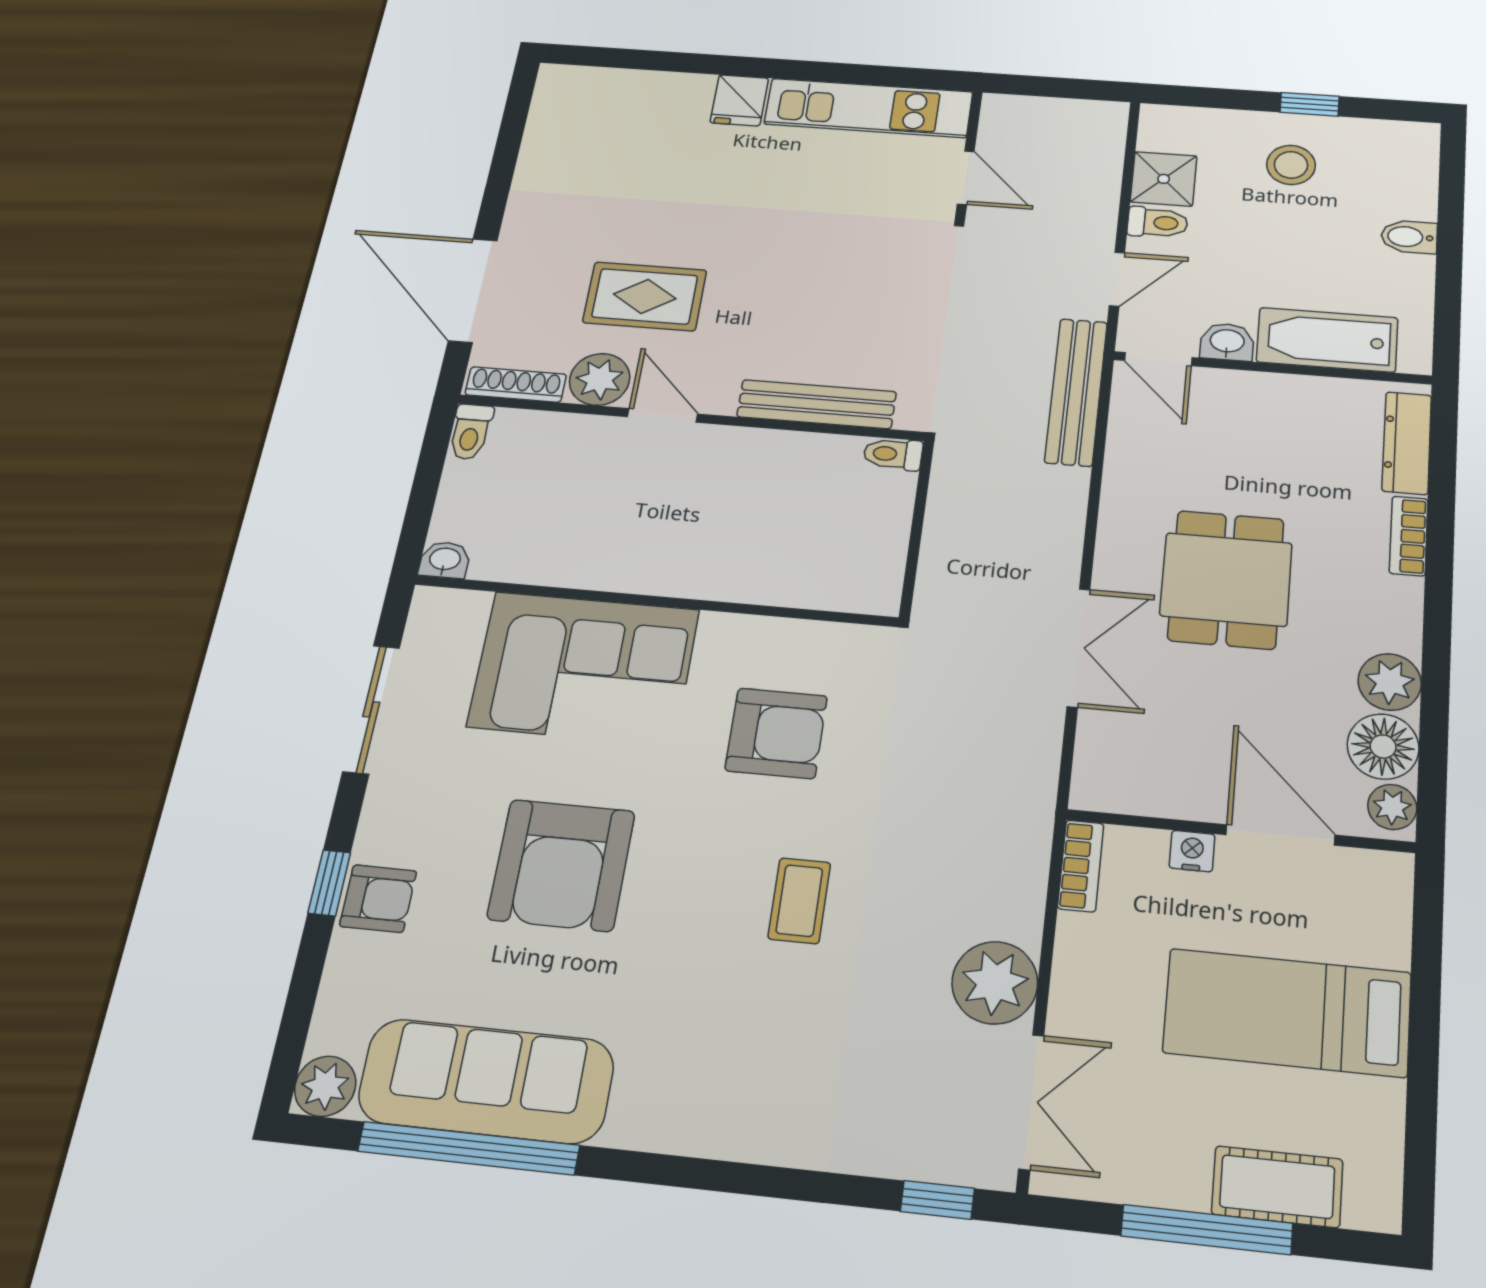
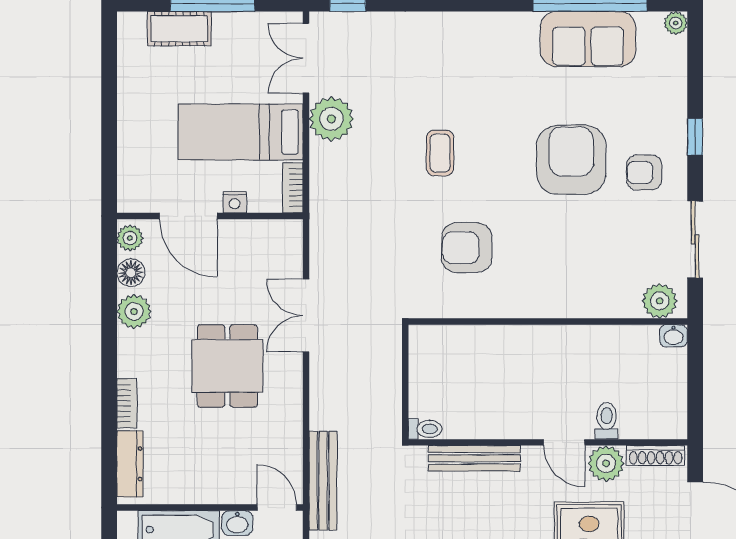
toilet: (471, 432) -> (607, 421), moved
plant: (456, 616) -> (660, 301), added
corner sofa: (584, 668) -> (581, 276), removed
floor lamp: (1383, 746) -> (131, 273), width x0.73, depth x0.73
armchair: (378, 899) -> (644, 172), moved
bed: (1287, 1012) -> (241, 132), moved, turned 180
sofa: (486, 1081) -> (588, 39), width x0.73
plant: (325, 1086) -> (676, 23), width x0.73, depth x0.73

